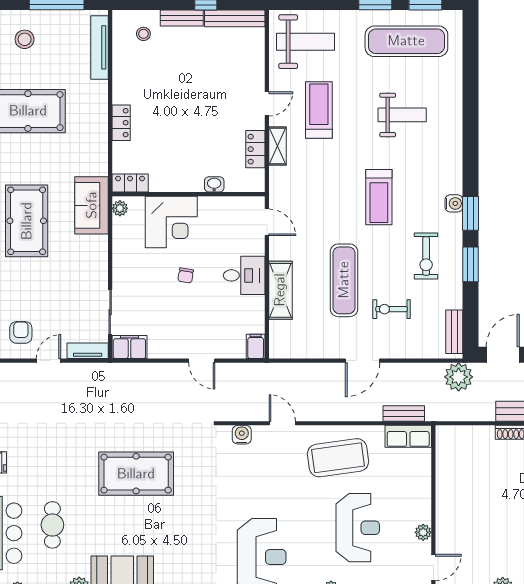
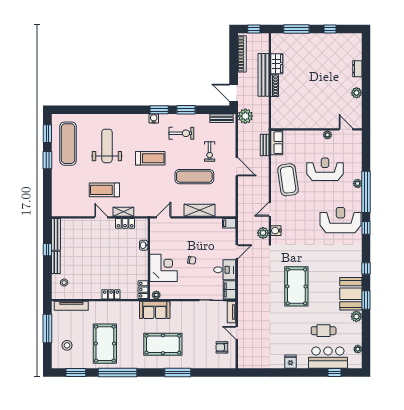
weight bench: (306, 42) -> (68, 197), removed
weight bench: (402, 115) -> (107, 146), width x1.36, depth x1.33
desk: (244, 275) -> (225, 270), moved, turned 90
plant: (237, 410) -> (263, 233), added

